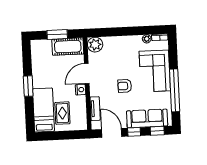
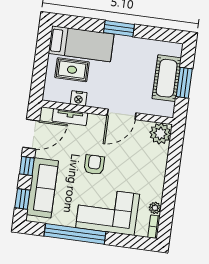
cot: (68, 47) -> (167, 78), moved
door: (87, 73) -> (122, 114), swing flipped
nightstand: (80, 90) -> (79, 98), moved

